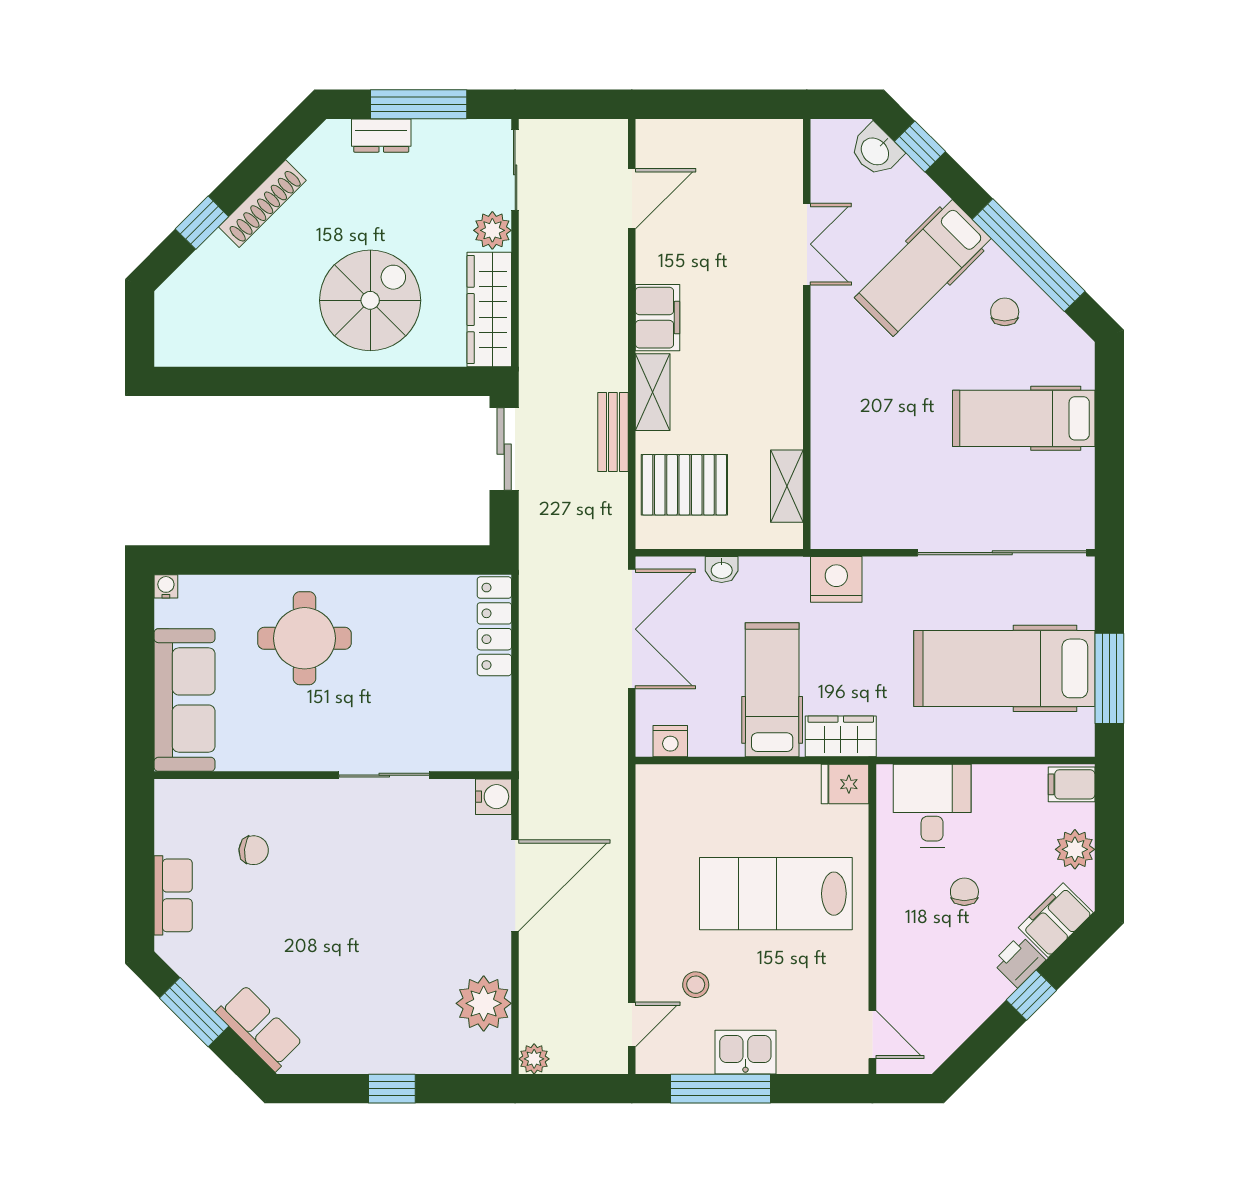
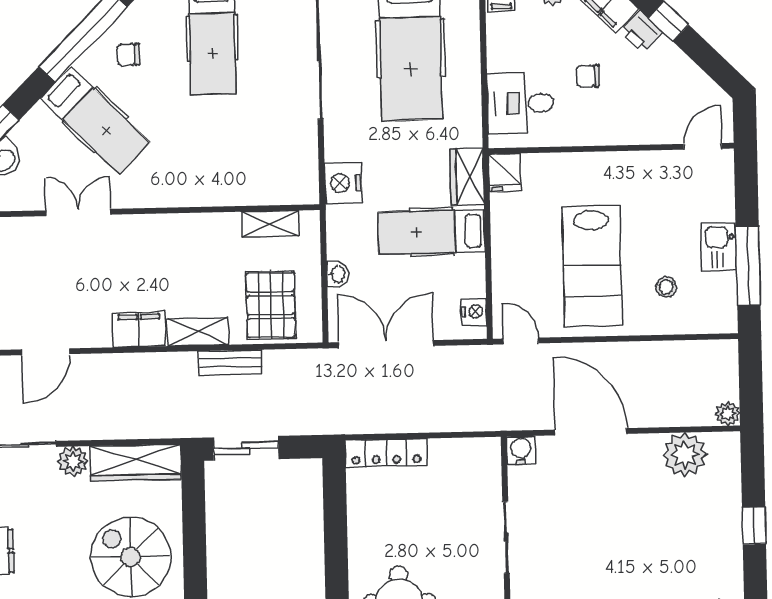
door: (632, 199) -> (45, 352), swing flipped
lab bench: (776, 894) -> (592, 266), moved
door: (632, 1024) -> (521, 341), moved

